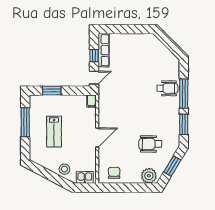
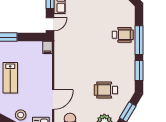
door: (97, 138) -> (53, 100), moved

